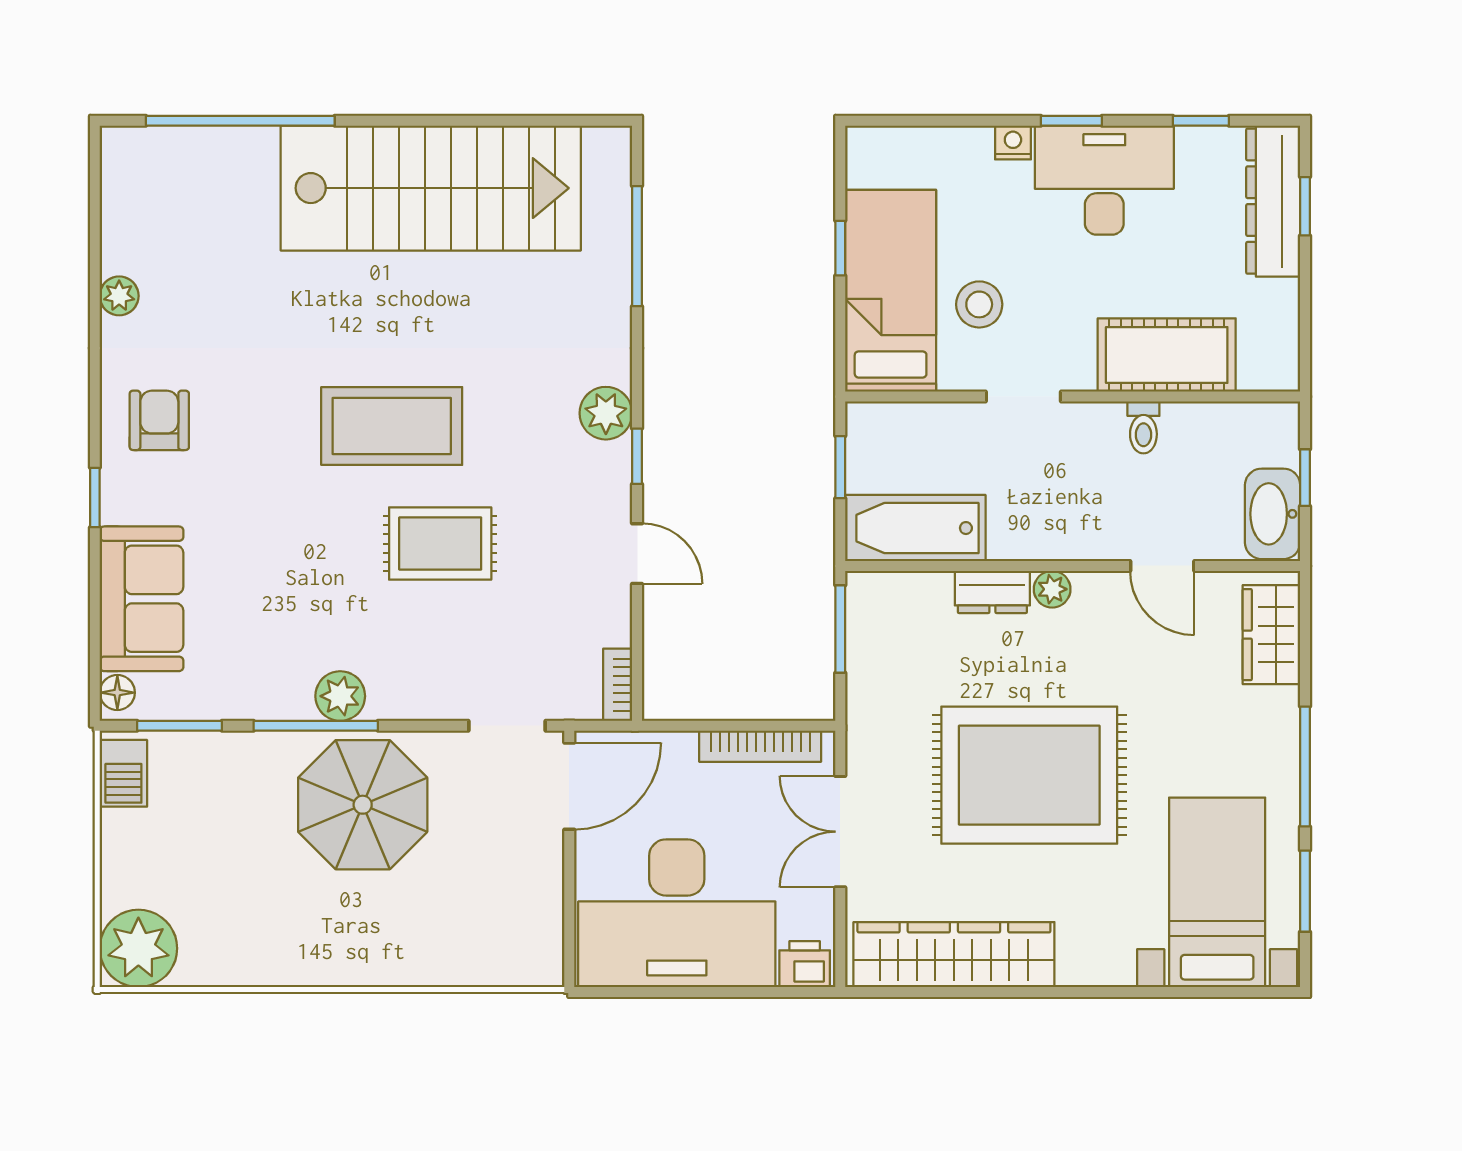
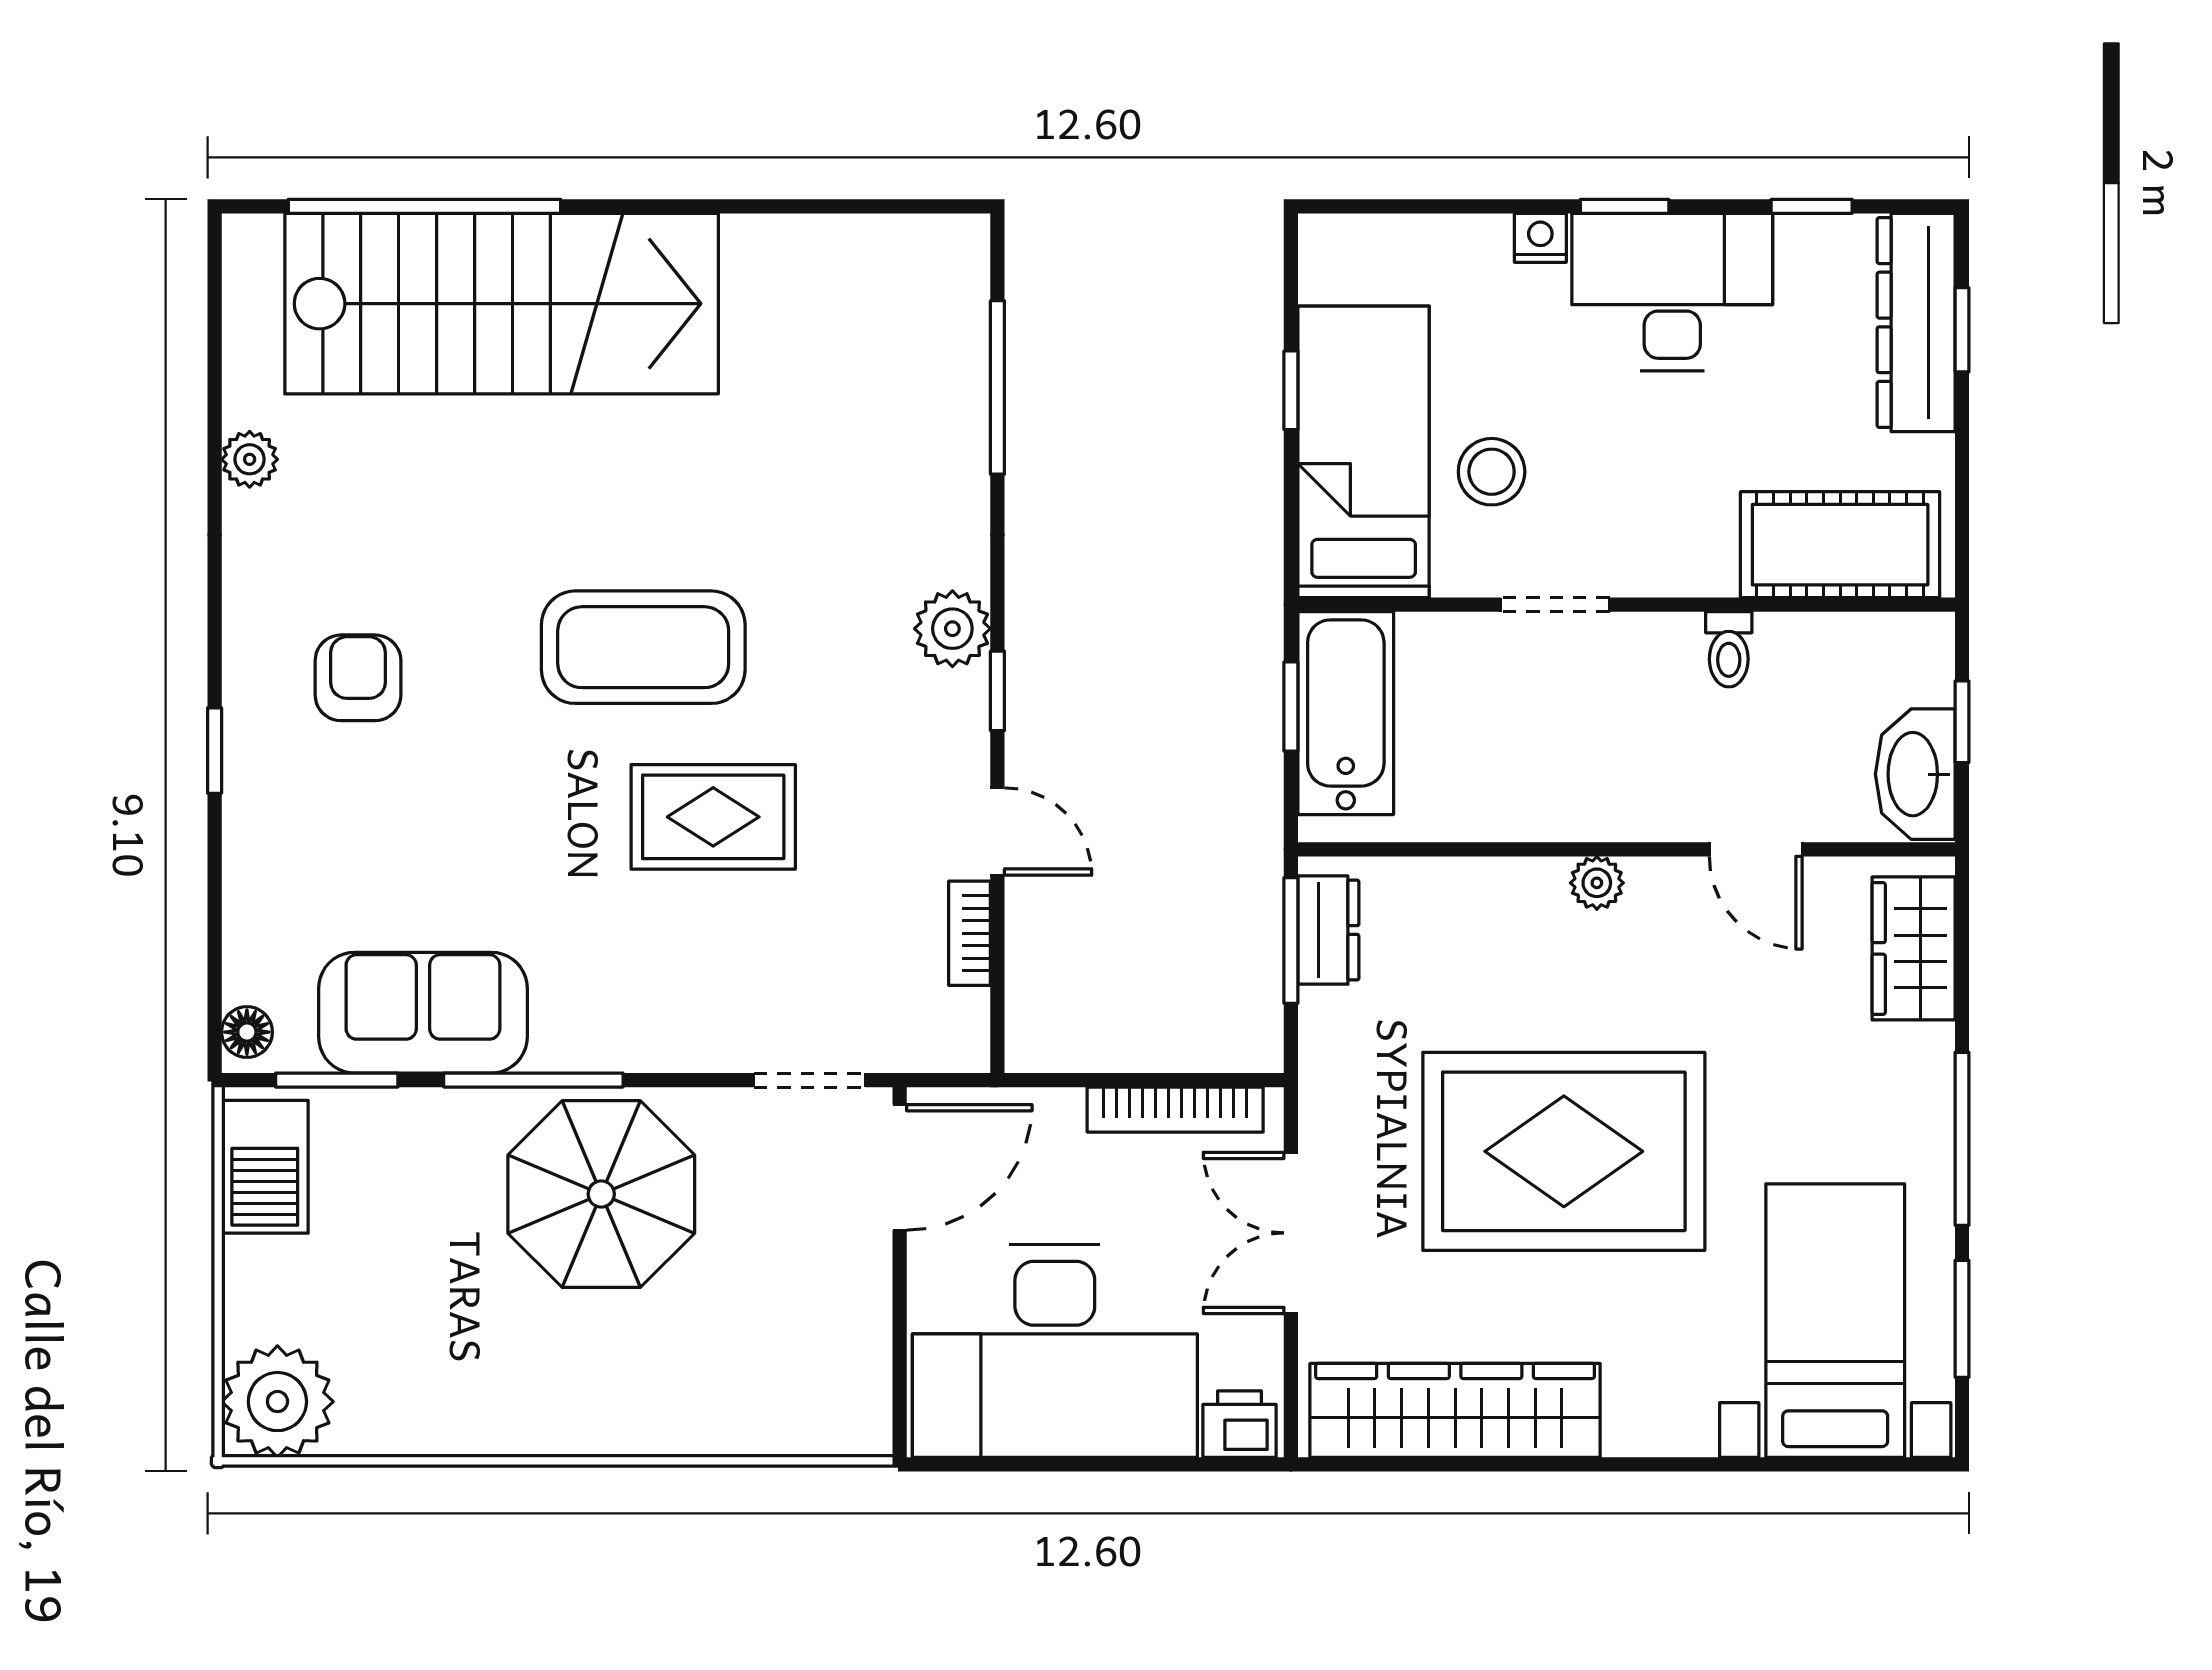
stairs: (431, 188) -> (502, 304), moved
cot: (1167, 355) -> (1840, 545), moved
armchair: (159, 420) -> (358, 678), moved
bathtub: (915, 528) -> (1346, 713), moved, turned 90
dresser: (992, 592) -> (1328, 930), moved, turned -90
sofa: (142, 599) -> (423, 1013), moved, turned -90
bookcase: (618, 685) -> (970, 933), moved
plant: (340, 696) -> (569, 1037), removed
barbecue: (123, 773) -> (265, 1167), width x1.38, depth x1.27

